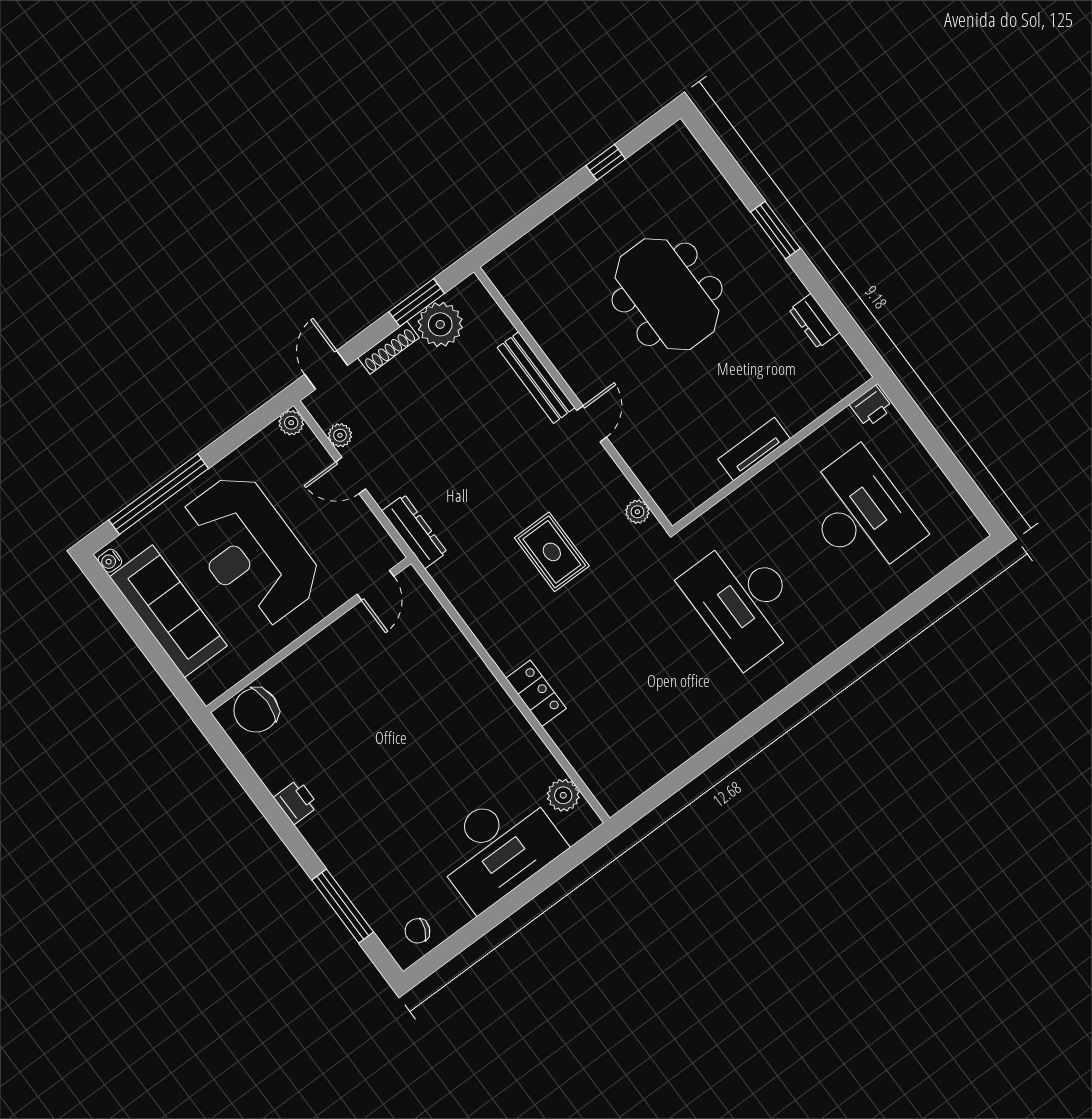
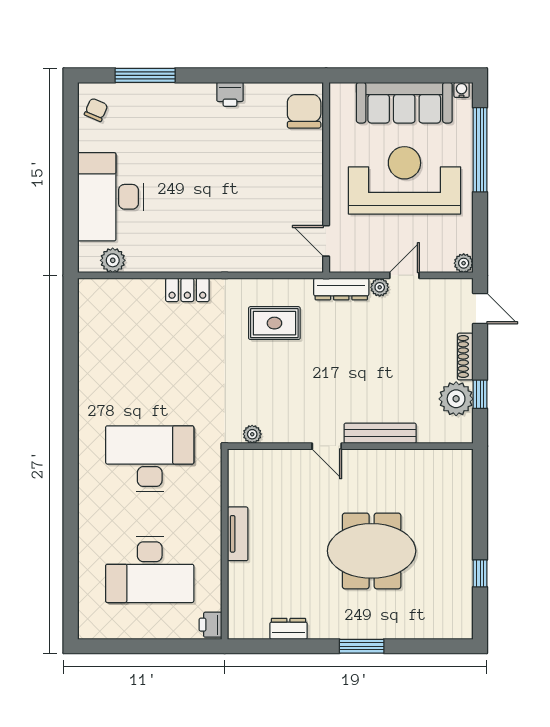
window: (417, 303) -> (480, 394), width x0.67
plant: (340, 435) -> (380, 287), moved
rug: (552, 552) -> (274, 323), moved

